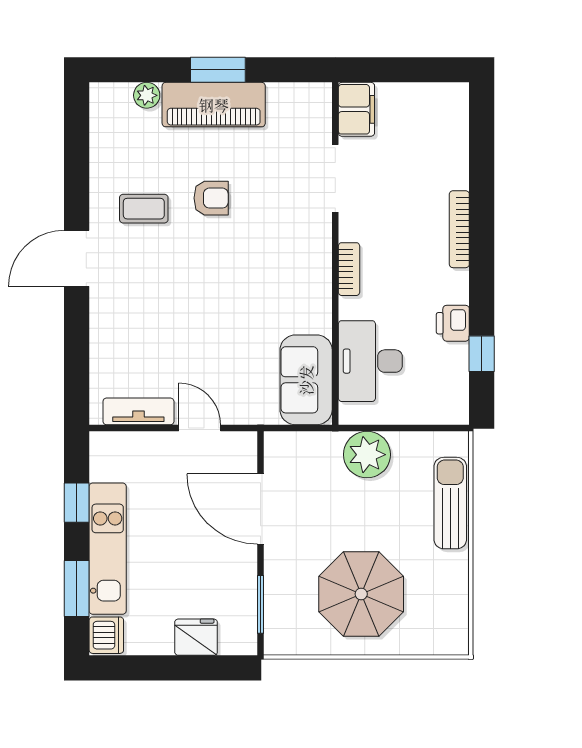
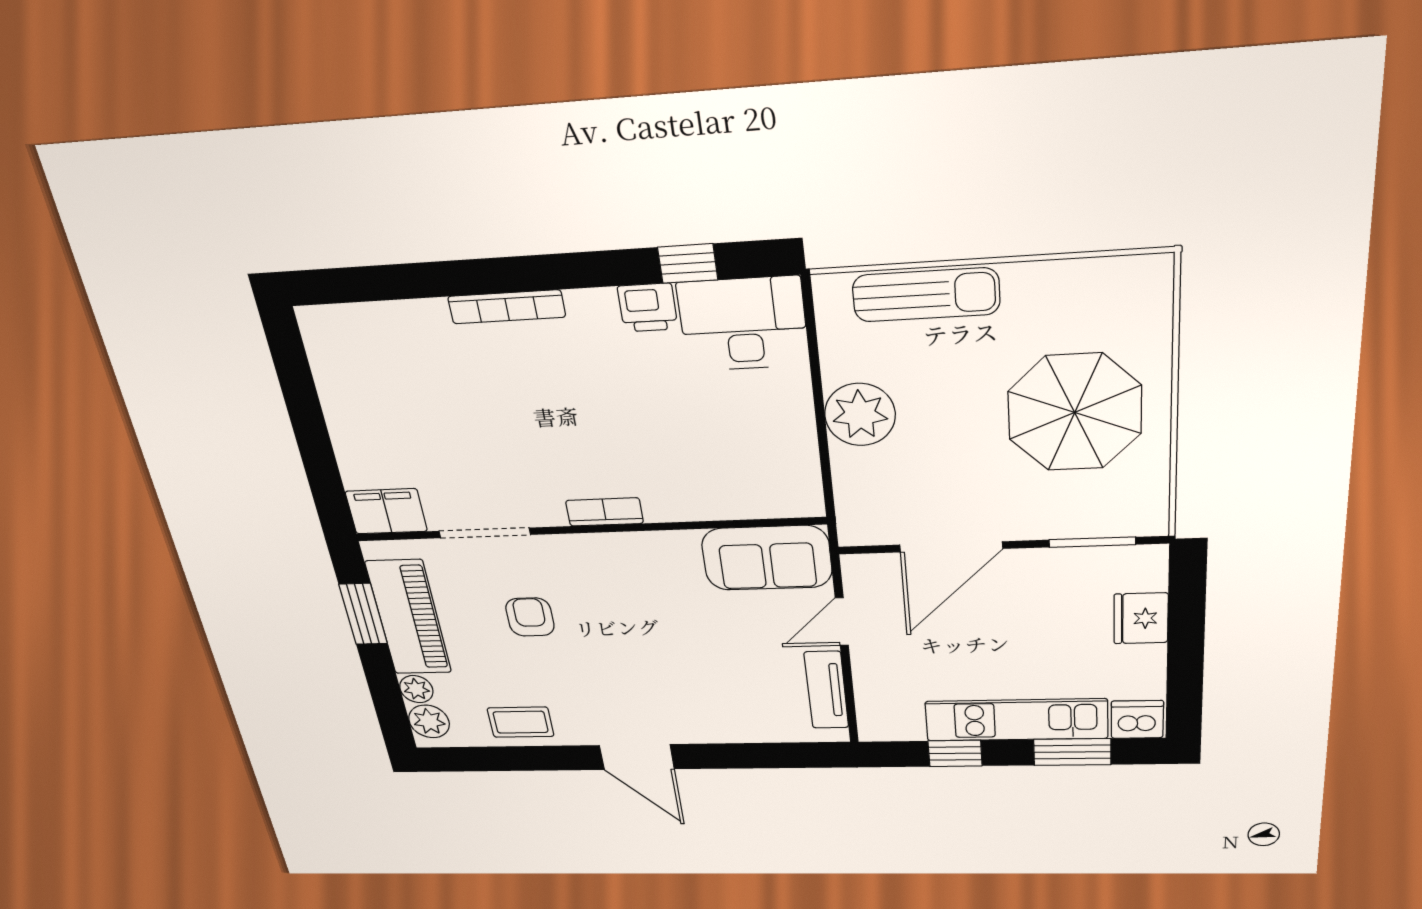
plant: (115, 98) -> (429, 721), added
filing cabinet: (356, 109) -> (386, 511), moved
doorway: (335, 178) -> (485, 533), moved
coffee table: (144, 209) -> (521, 722), moved, turned 90
wall: (335, 254) -> (586, 529), moved
bookcase: (349, 269) -> (604, 512), moved
desk: (370, 361) -> (743, 324), moved, turned 180
sofa: (306, 380) -> (767, 558), moved
sun lounger: (450, 503) -> (926, 295), turned 180

